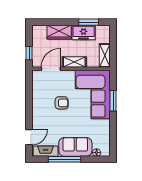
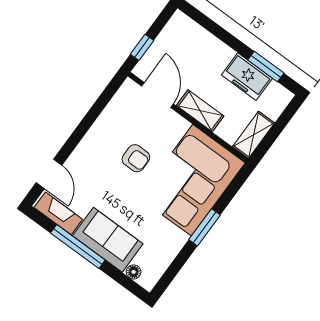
wardrobe: (59, 32) -> (211, 49), removed
door: (51, 69) -> (158, 95), hinge flipped
window: (113, 101) -> (205, 227), moved
door: (29, 137) -> (49, 174), hinge flipped

